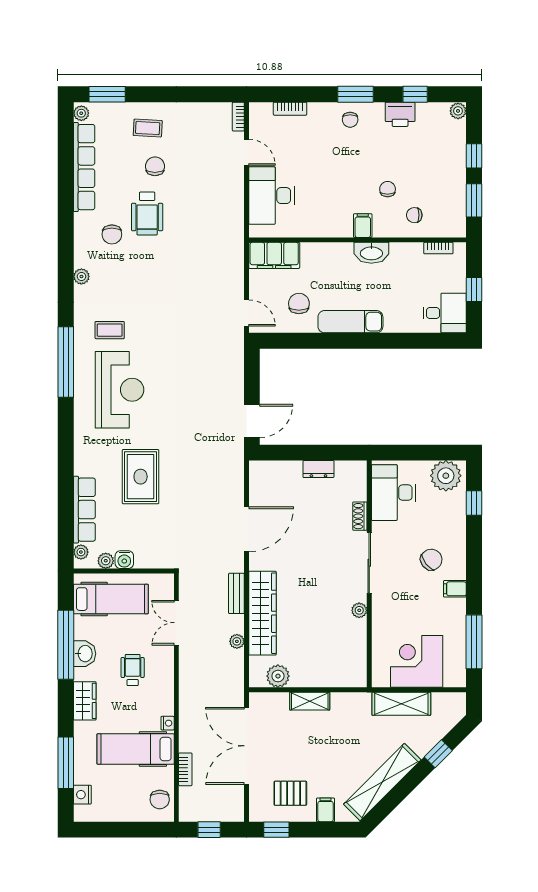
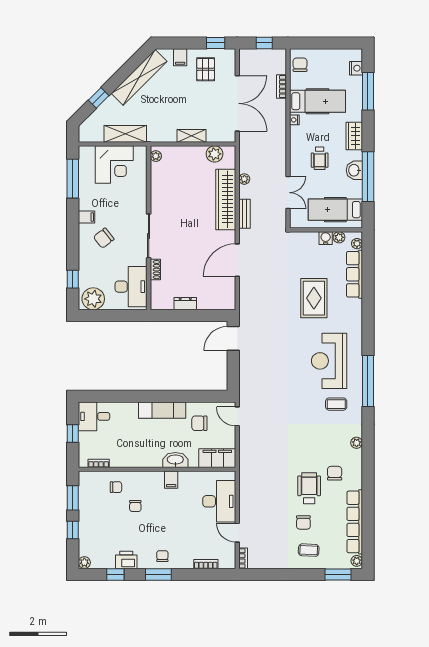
filing cabinet: (363, 226) -> (171, 480), moved
washbasin: (371, 253) -> (175, 460), moved
chair: (299, 304) -> (199, 423), turned 90
plant: (359, 610) -> (156, 156), moved
pallet: (290, 793) -> (206, 69), turned 90

